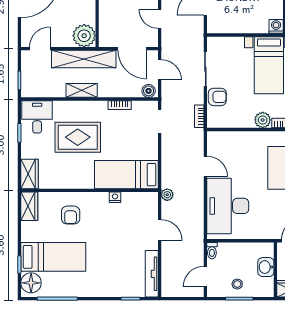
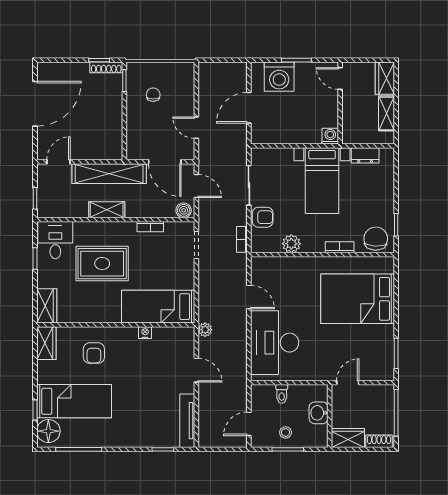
plant: (84, 36) -> (109, 147), removed
plant: (263, 120) -> (291, 244), moved
toilet: (212, 251) -> (282, 394), moved

